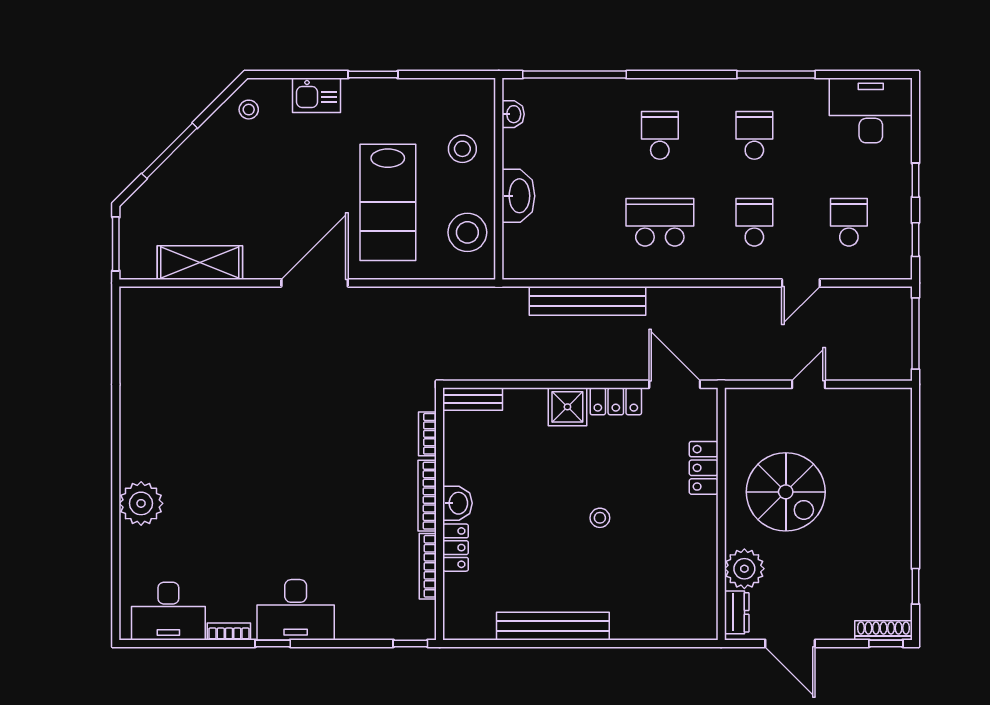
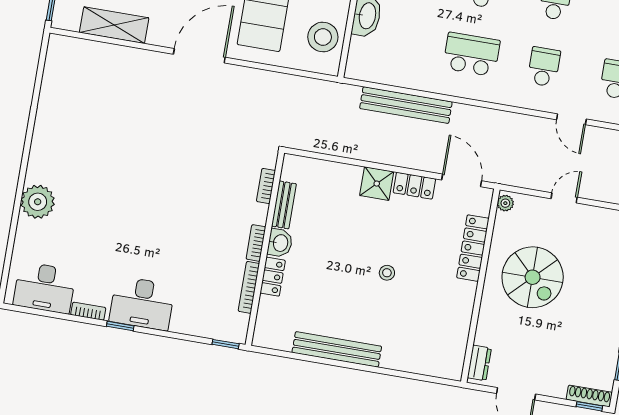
door: (801, 283) -> (571, 119), hinge flipped
bench: (473, 399) -> (284, 205), moved, turned 90
locker: (704, 468) -> (473, 248), width x1.53
bookcase: (427, 496) -> (256, 243), width x0.64
plant: (744, 569) -> (505, 203), moved, width x0.53, depth x0.53

